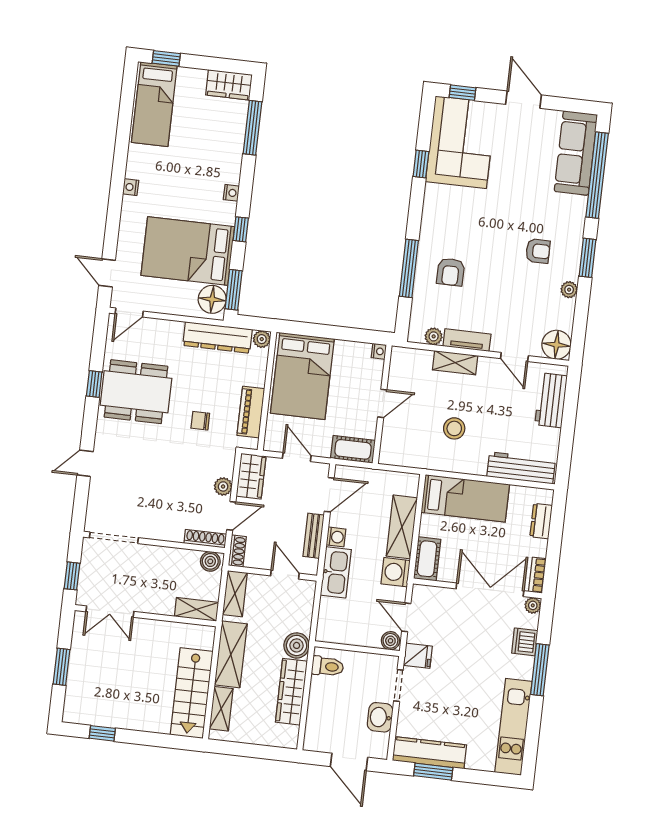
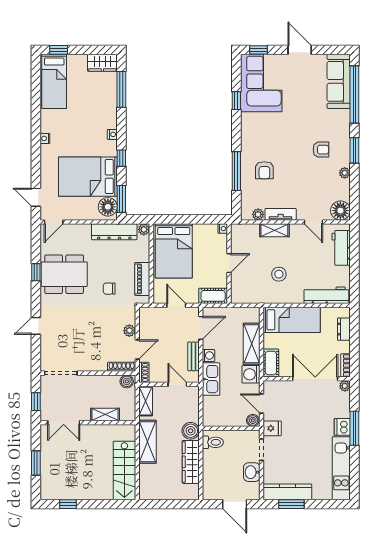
wardrobe: (251, 476) -> (147, 322), removed
shelving: (197, 609) -> (105, 414), moved
dishwasher: (525, 642) -> (342, 427), moved
shelving: (221, 709) -> (145, 479), removed

